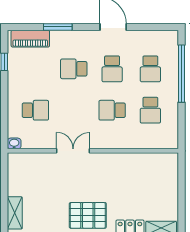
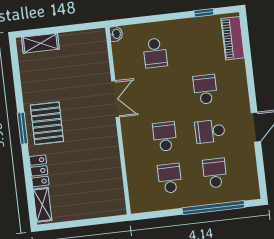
window: (58, 27) -> (249, 67), removed
school desk: (150, 69) -> (215, 173), turned 90
school desk: (150, 110) -> (170, 178), turned 90

